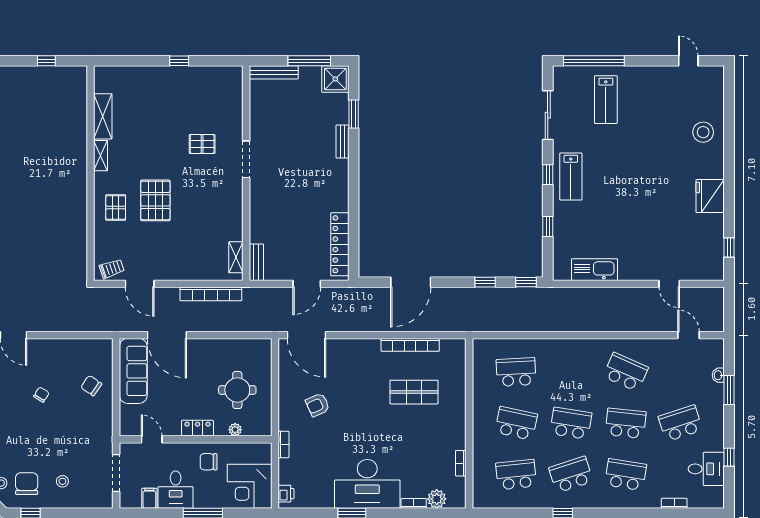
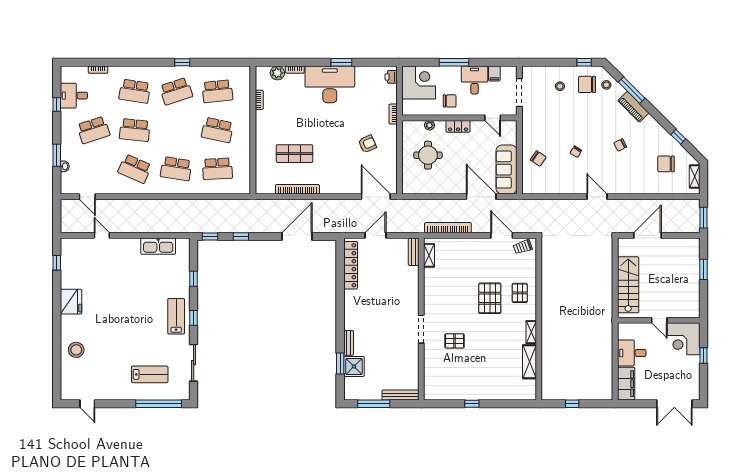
shower: (335, 79) -> (354, 366), moved
lab bench: (606, 100) -> (150, 374), turned 90
school desk: (571, 423) -> (176, 169), moved
chair: (27, 484) -> (587, 84), turned 90

